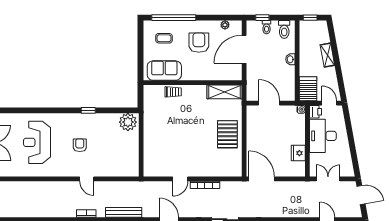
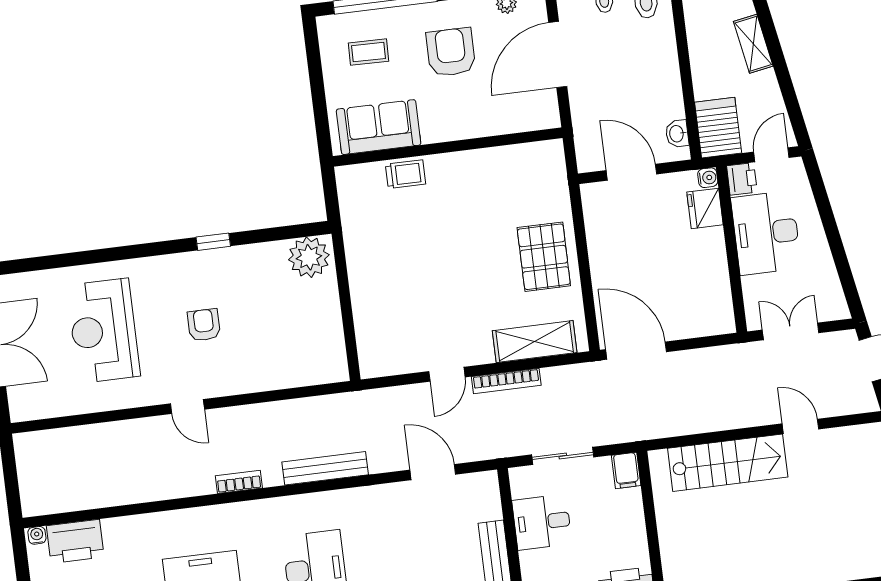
washbasin: (290, 59) -> (677, 134), moved
shelving: (224, 92) -> (535, 342), moved
door: (329, 103) -> (771, 155), hinge flipped
fridge: (298, 153) -> (705, 208), moved
door: (87, 179) -> (187, 407), moved

